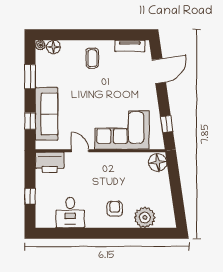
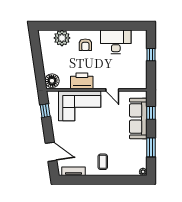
floor lamp: (53, 47) -> (133, 170), removed
door: (159, 71) -> (51, 152), swing flipped
printer: (50, 162) -> (82, 81), moved
desk: (70, 213) -> (116, 42), width x1.37

